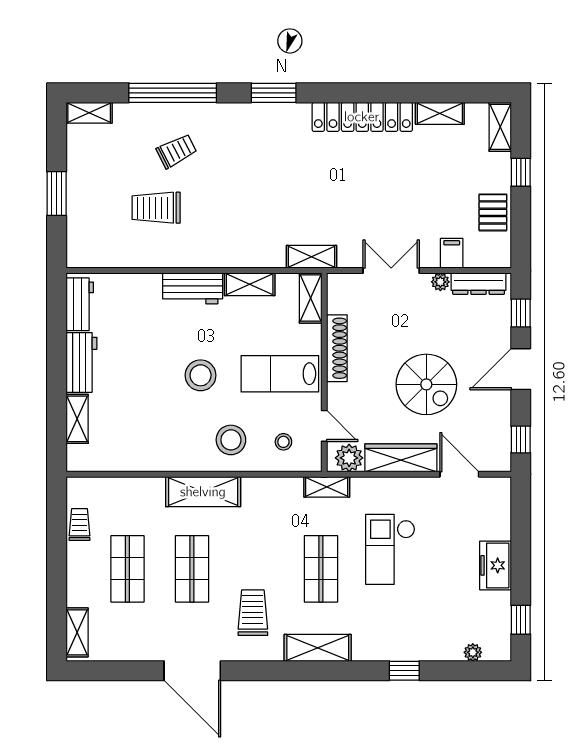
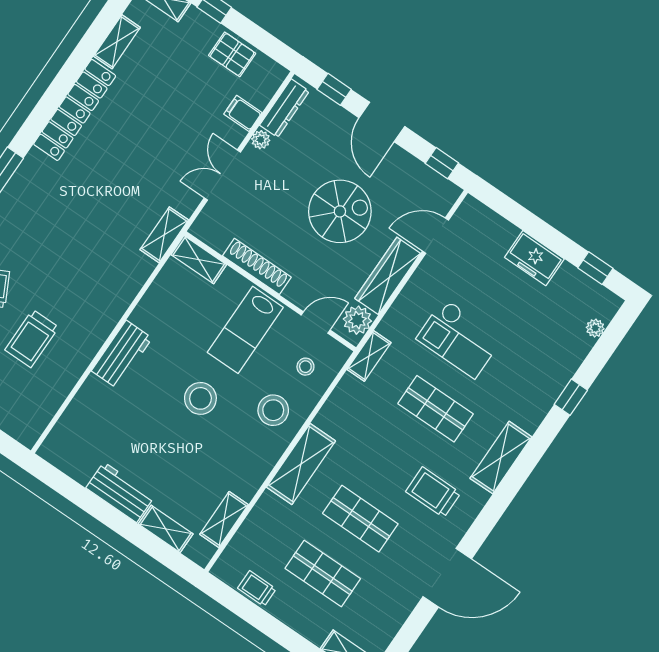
shelving: (250, 284) -> (224, 520), moved
workbench: (80, 304) -> (69, 460), removed

